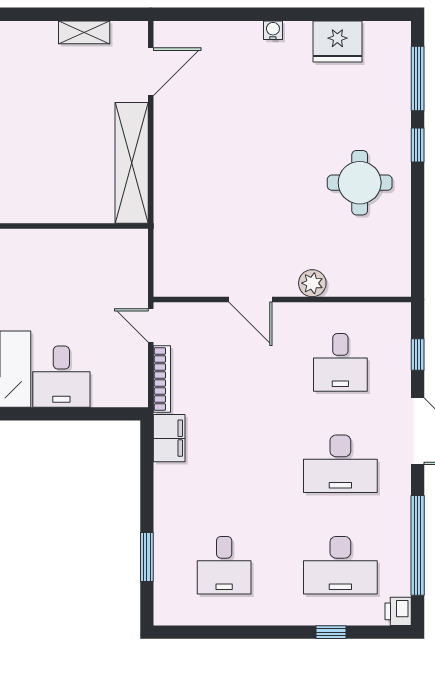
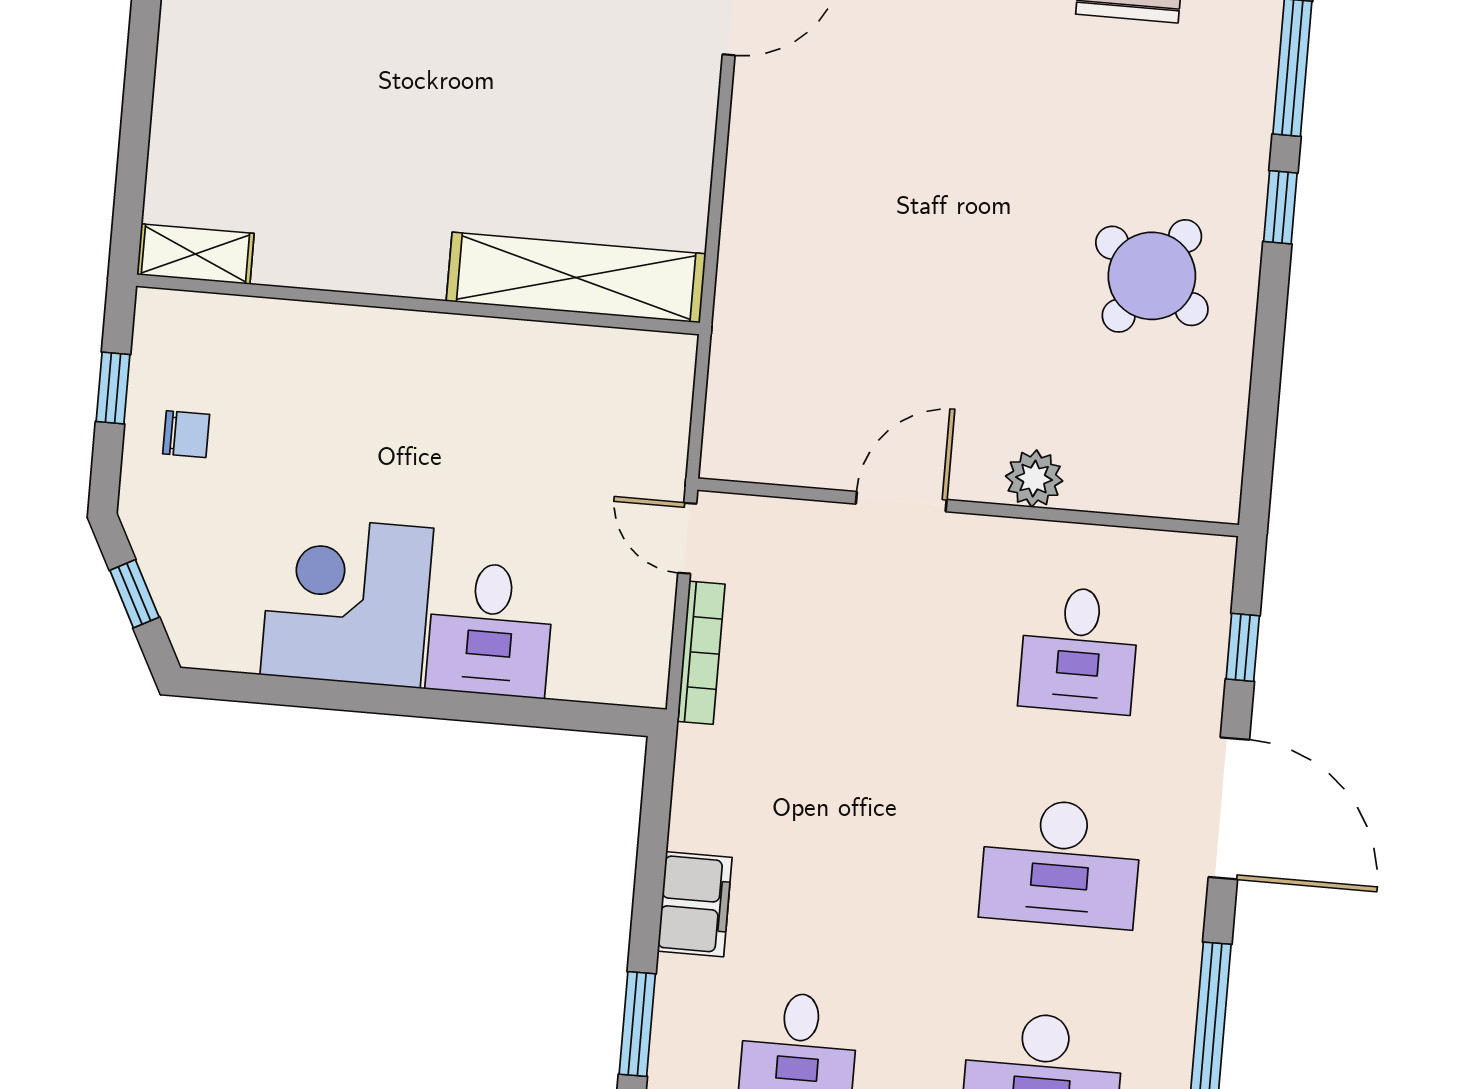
shelving: (132, 163) -> (576, 278), moved, turned 90
round table: (360, 183) -> (1152, 276), turned 35
door: (250, 299) -> (901, 502), swing flipped
filing cabinet: (169, 438) -> (695, 904), moved

